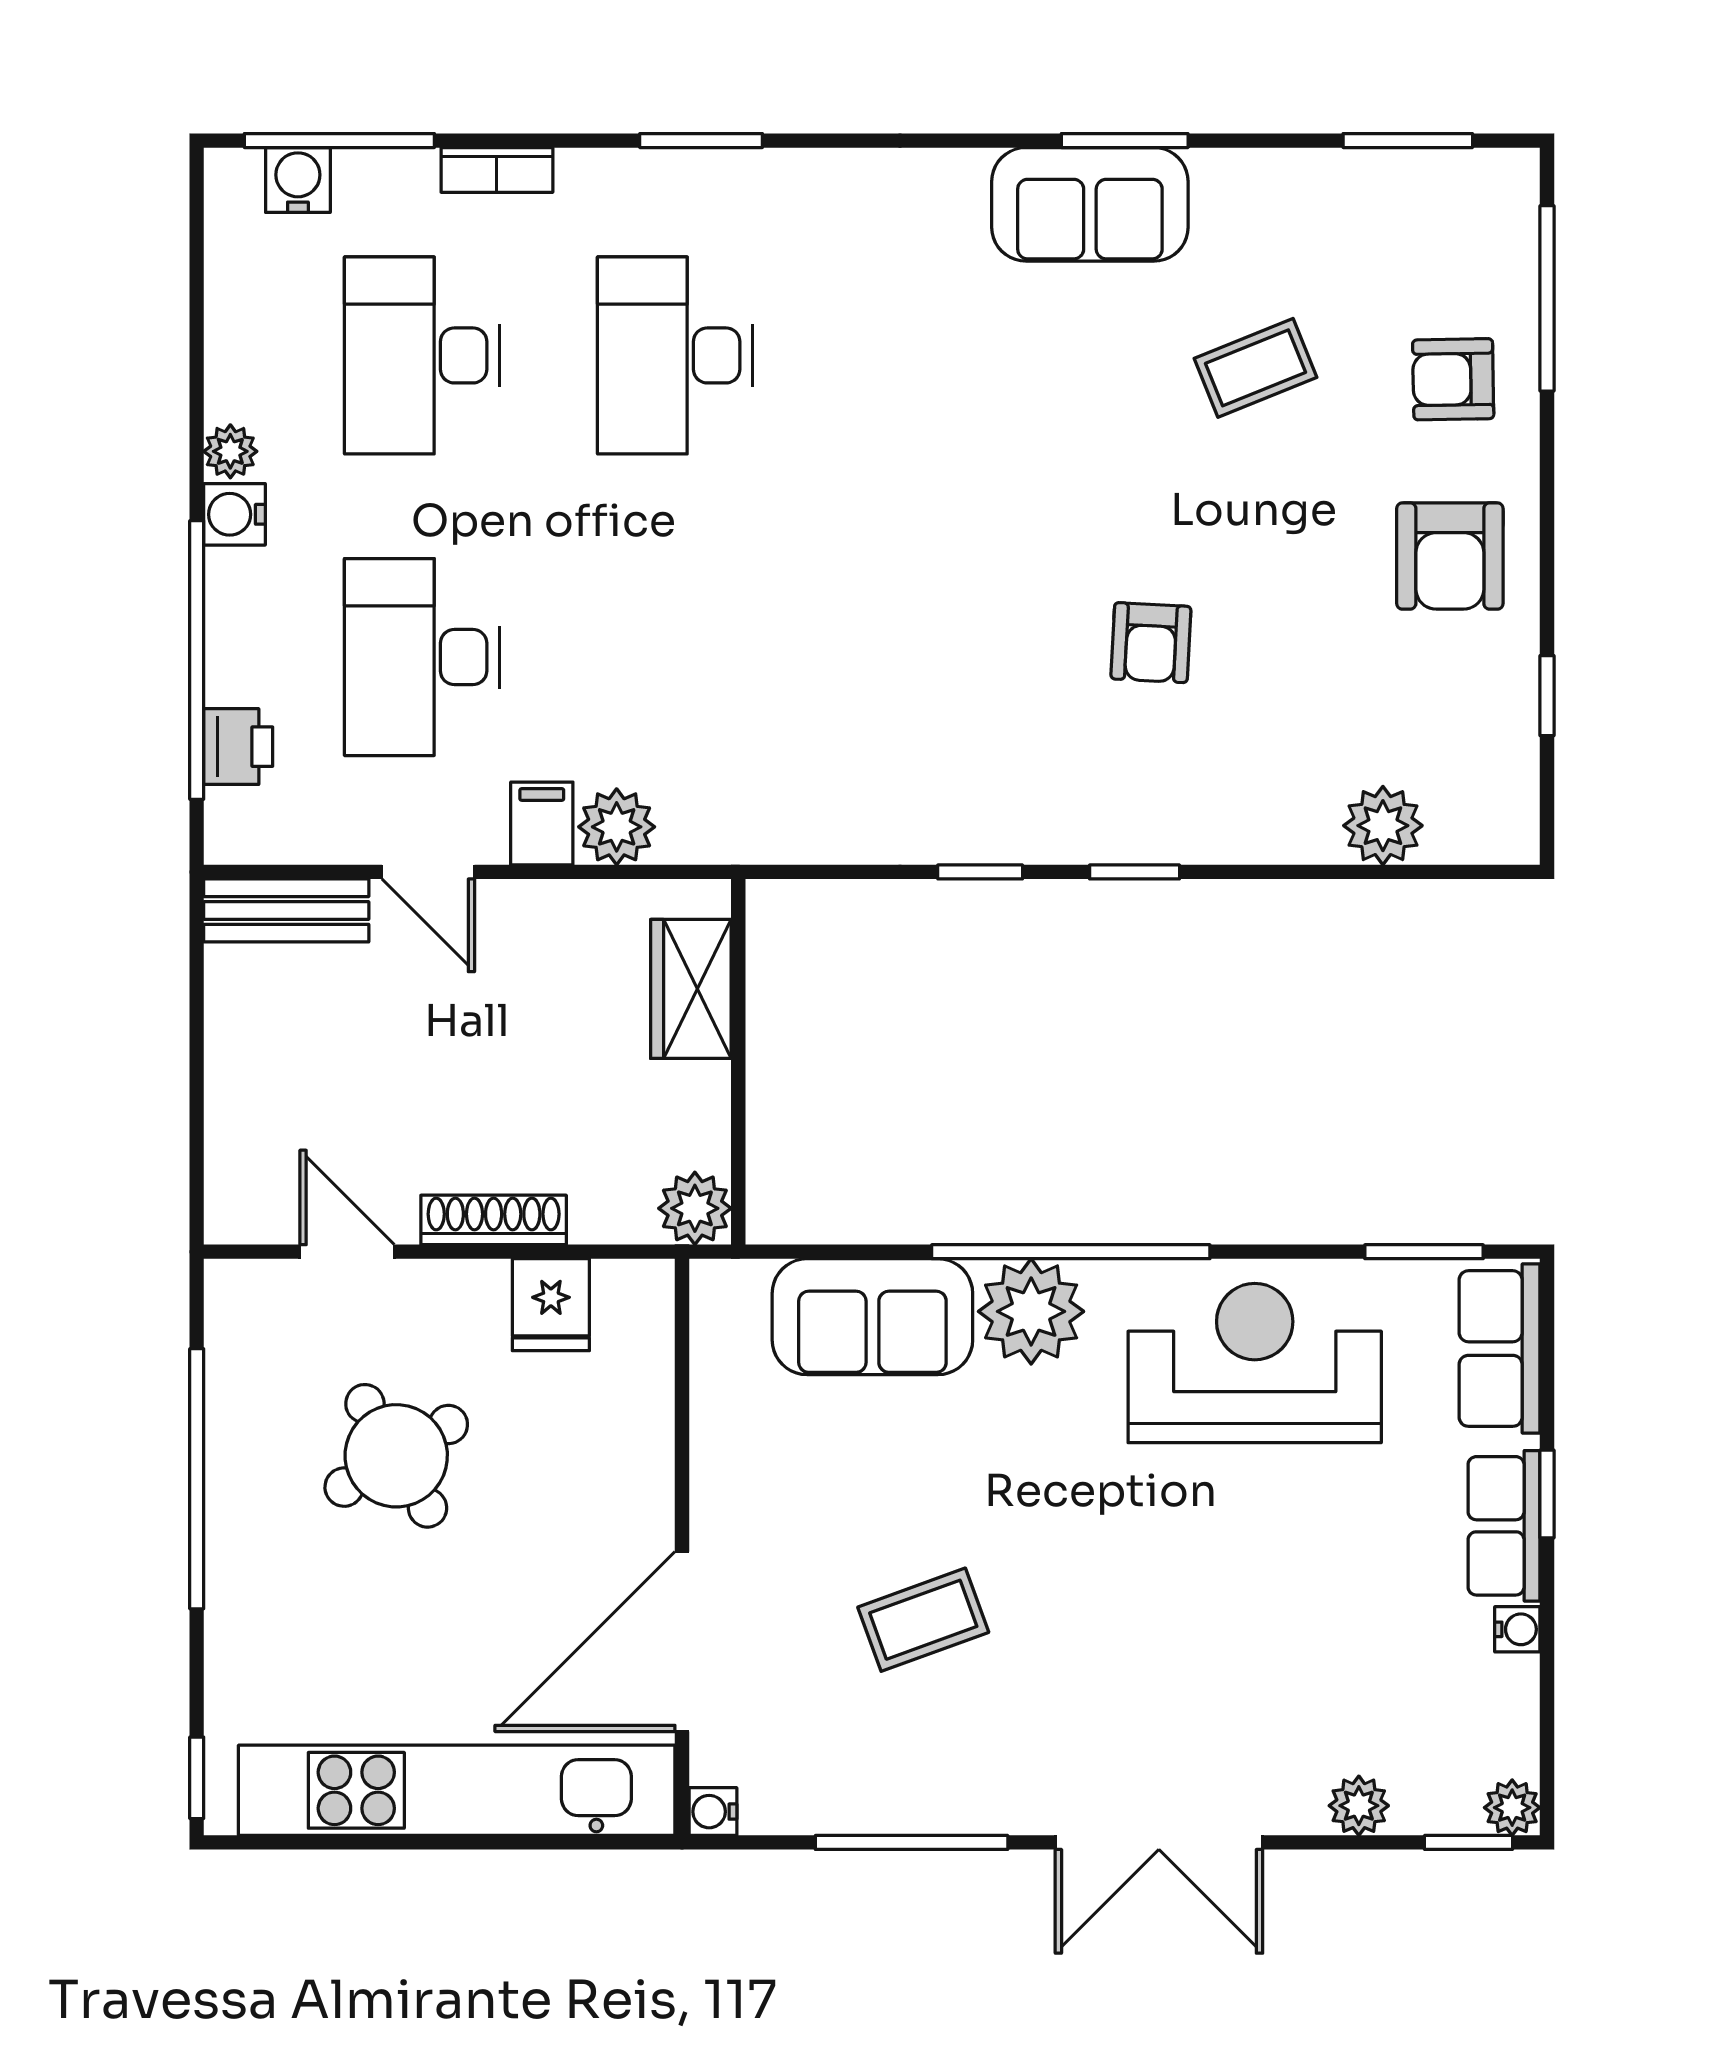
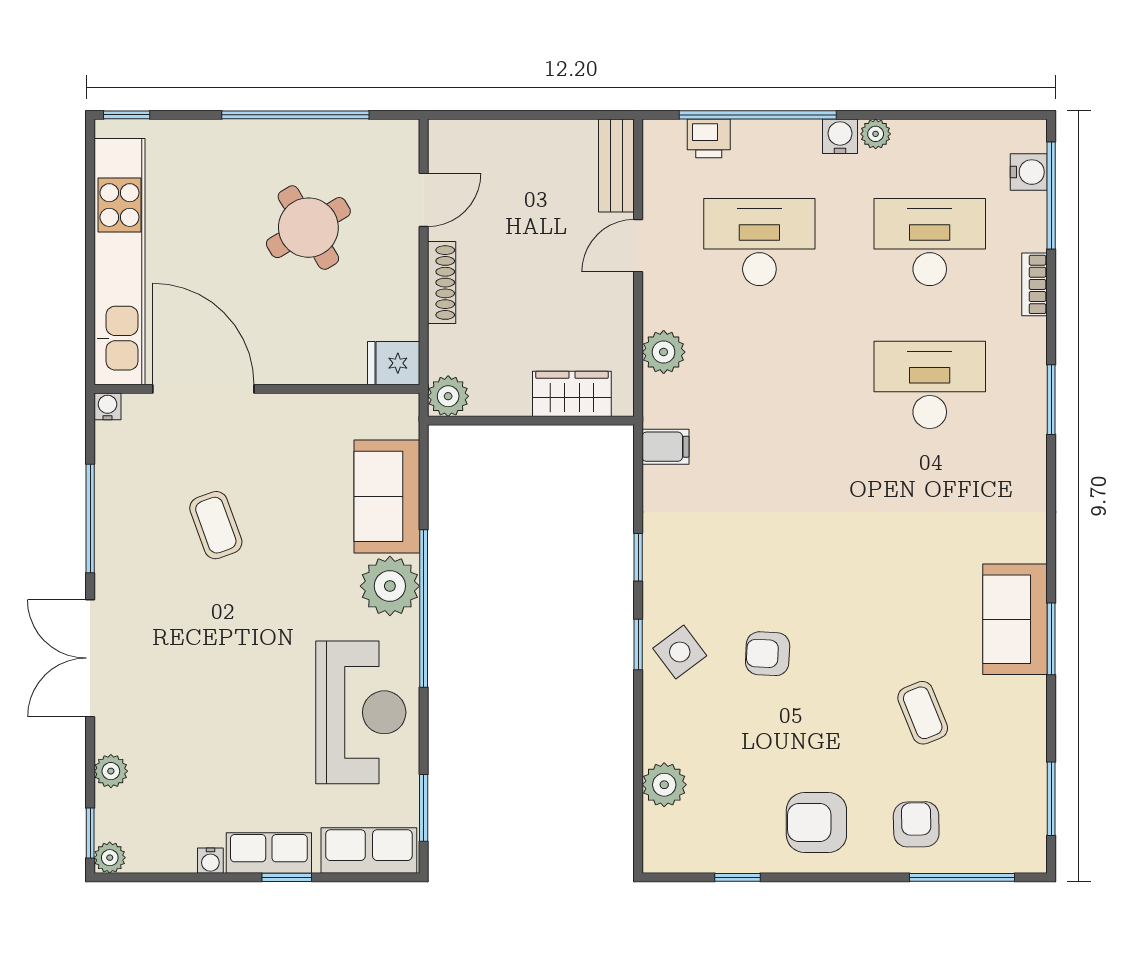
side table: (1148, 798) -> (680, 652), added
filing cabinet: (542, 823) -> (665, 447), moved
fridge: (551, 1305) -> (394, 363), moved

